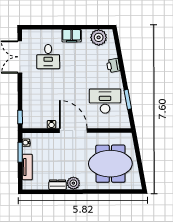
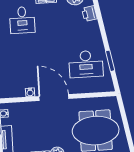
printer: (113, 65) -> (89, 14), moved
desk: (105, 101) -> (86, 64), turned 180

